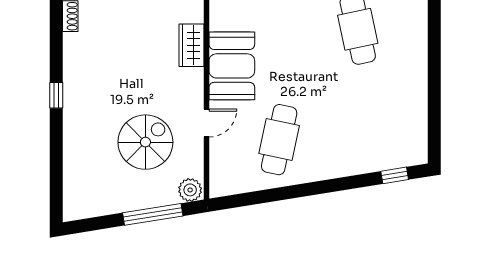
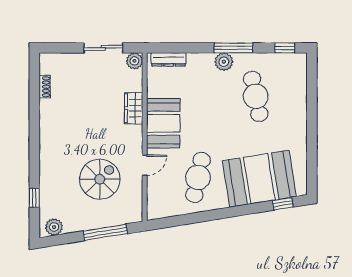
window: (56, 95) -> (34, 198), moved
booth: (363, 141) -> (259, 179), added
plant: (190, 190) -> (54, 227), moved

